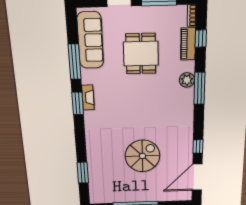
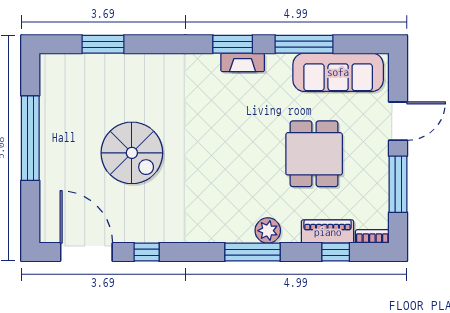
dining table: (141, 54) -> (314, 154), turned 90

